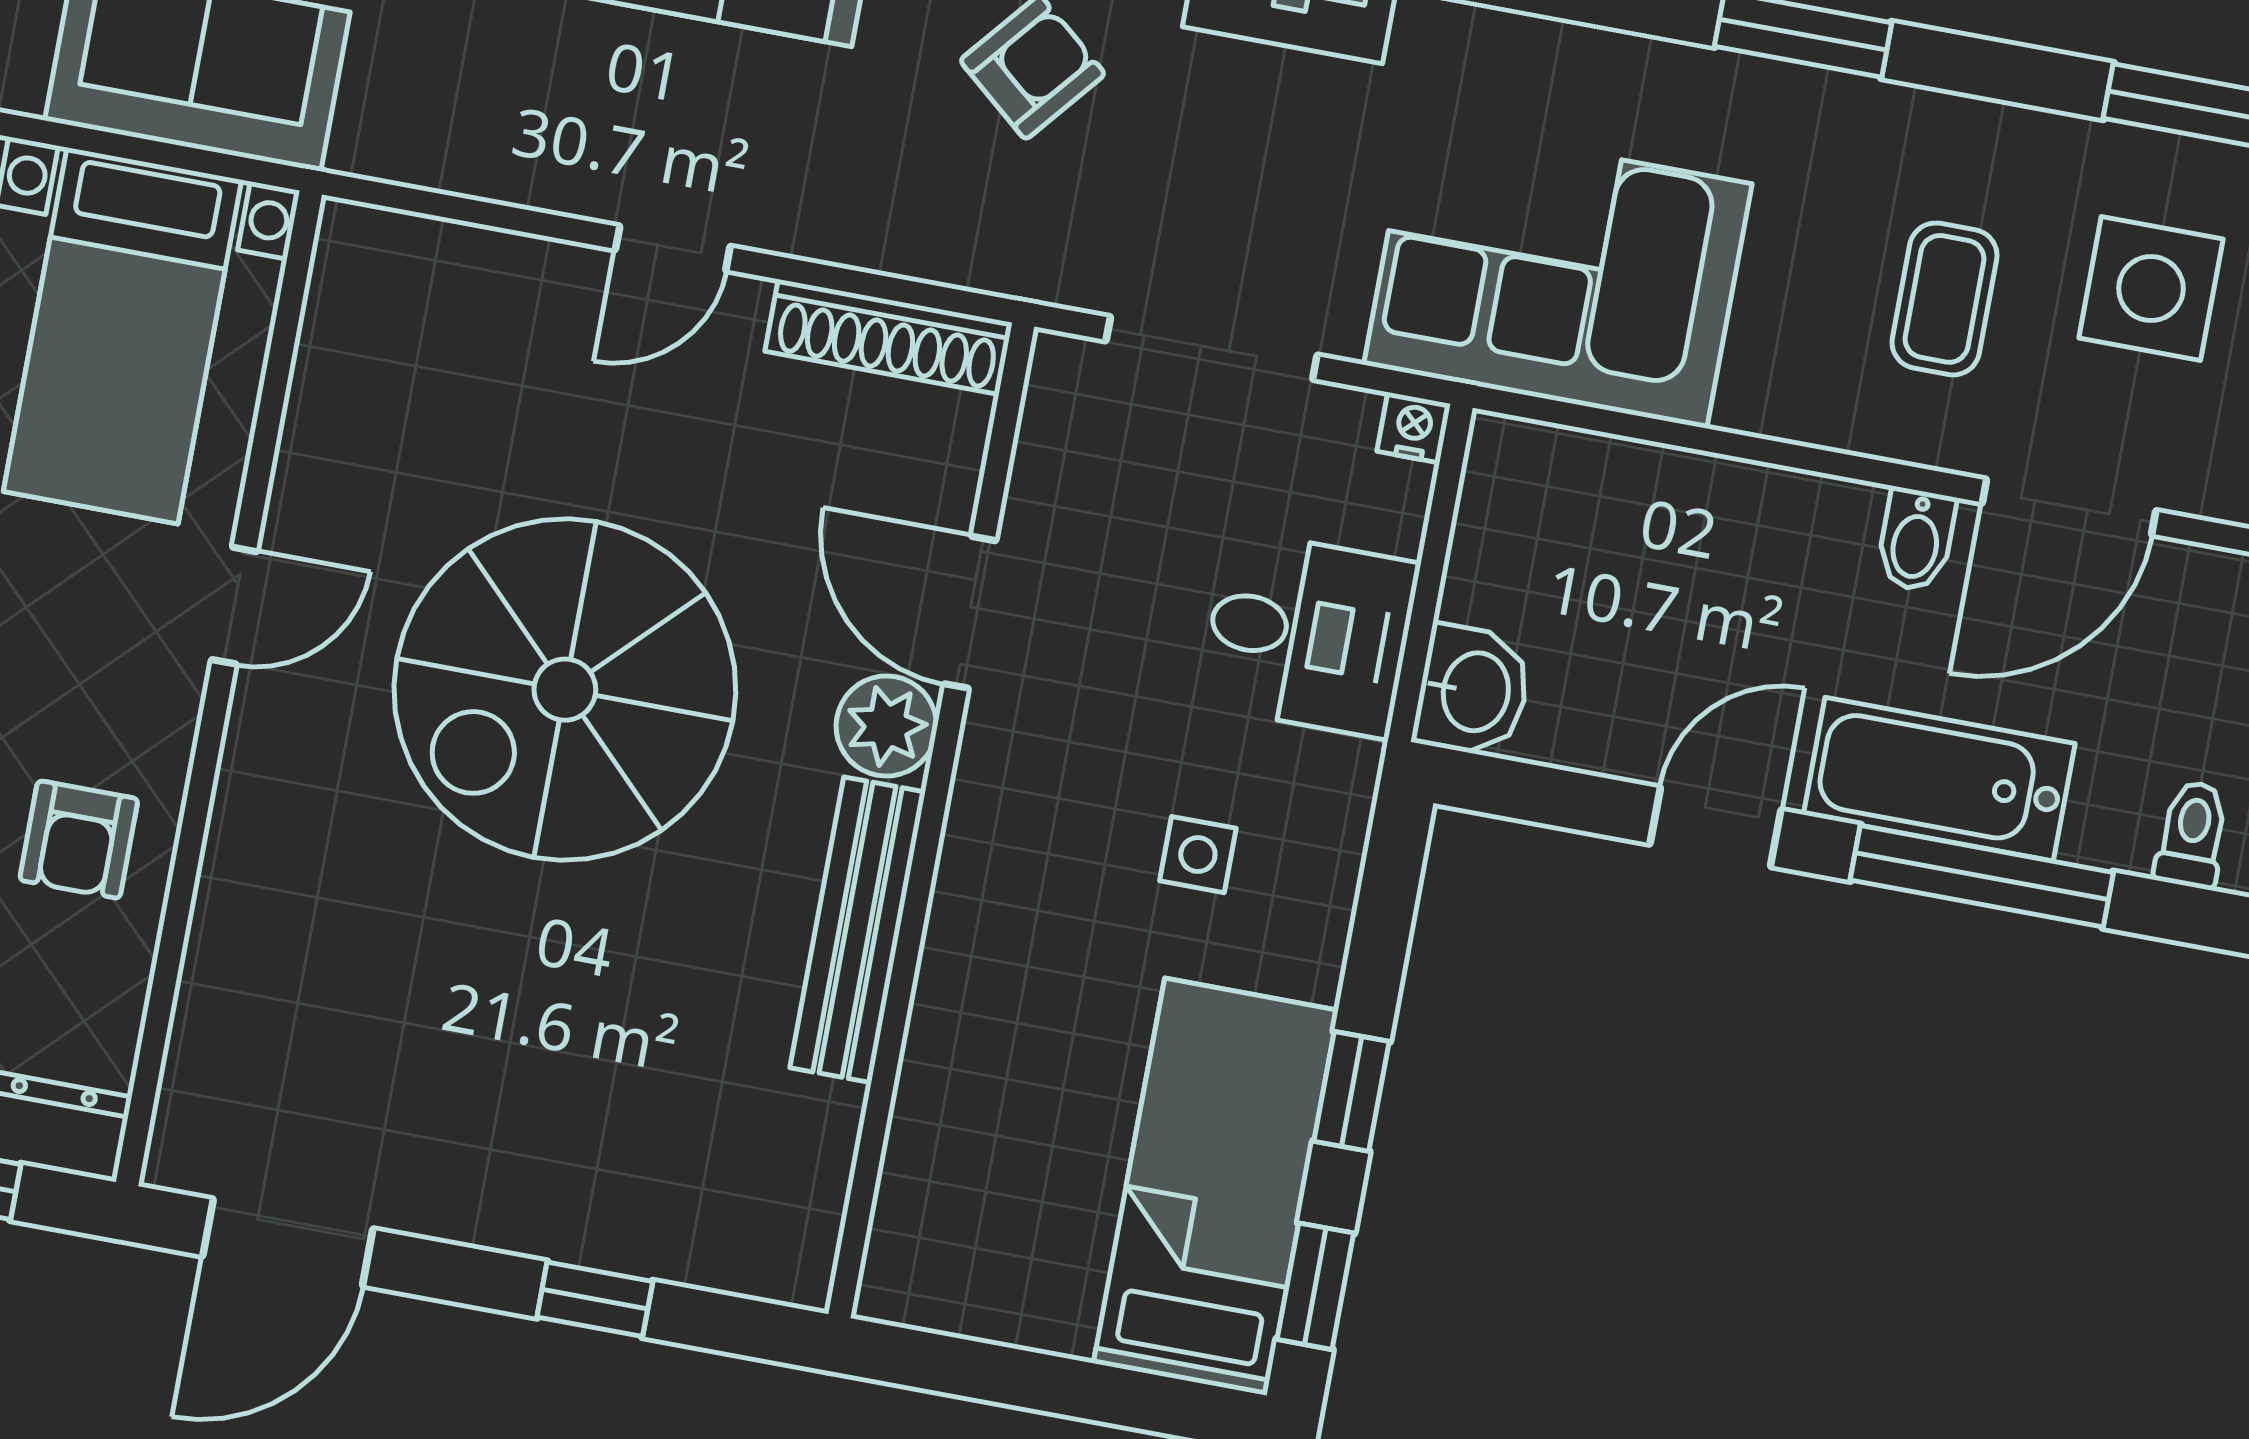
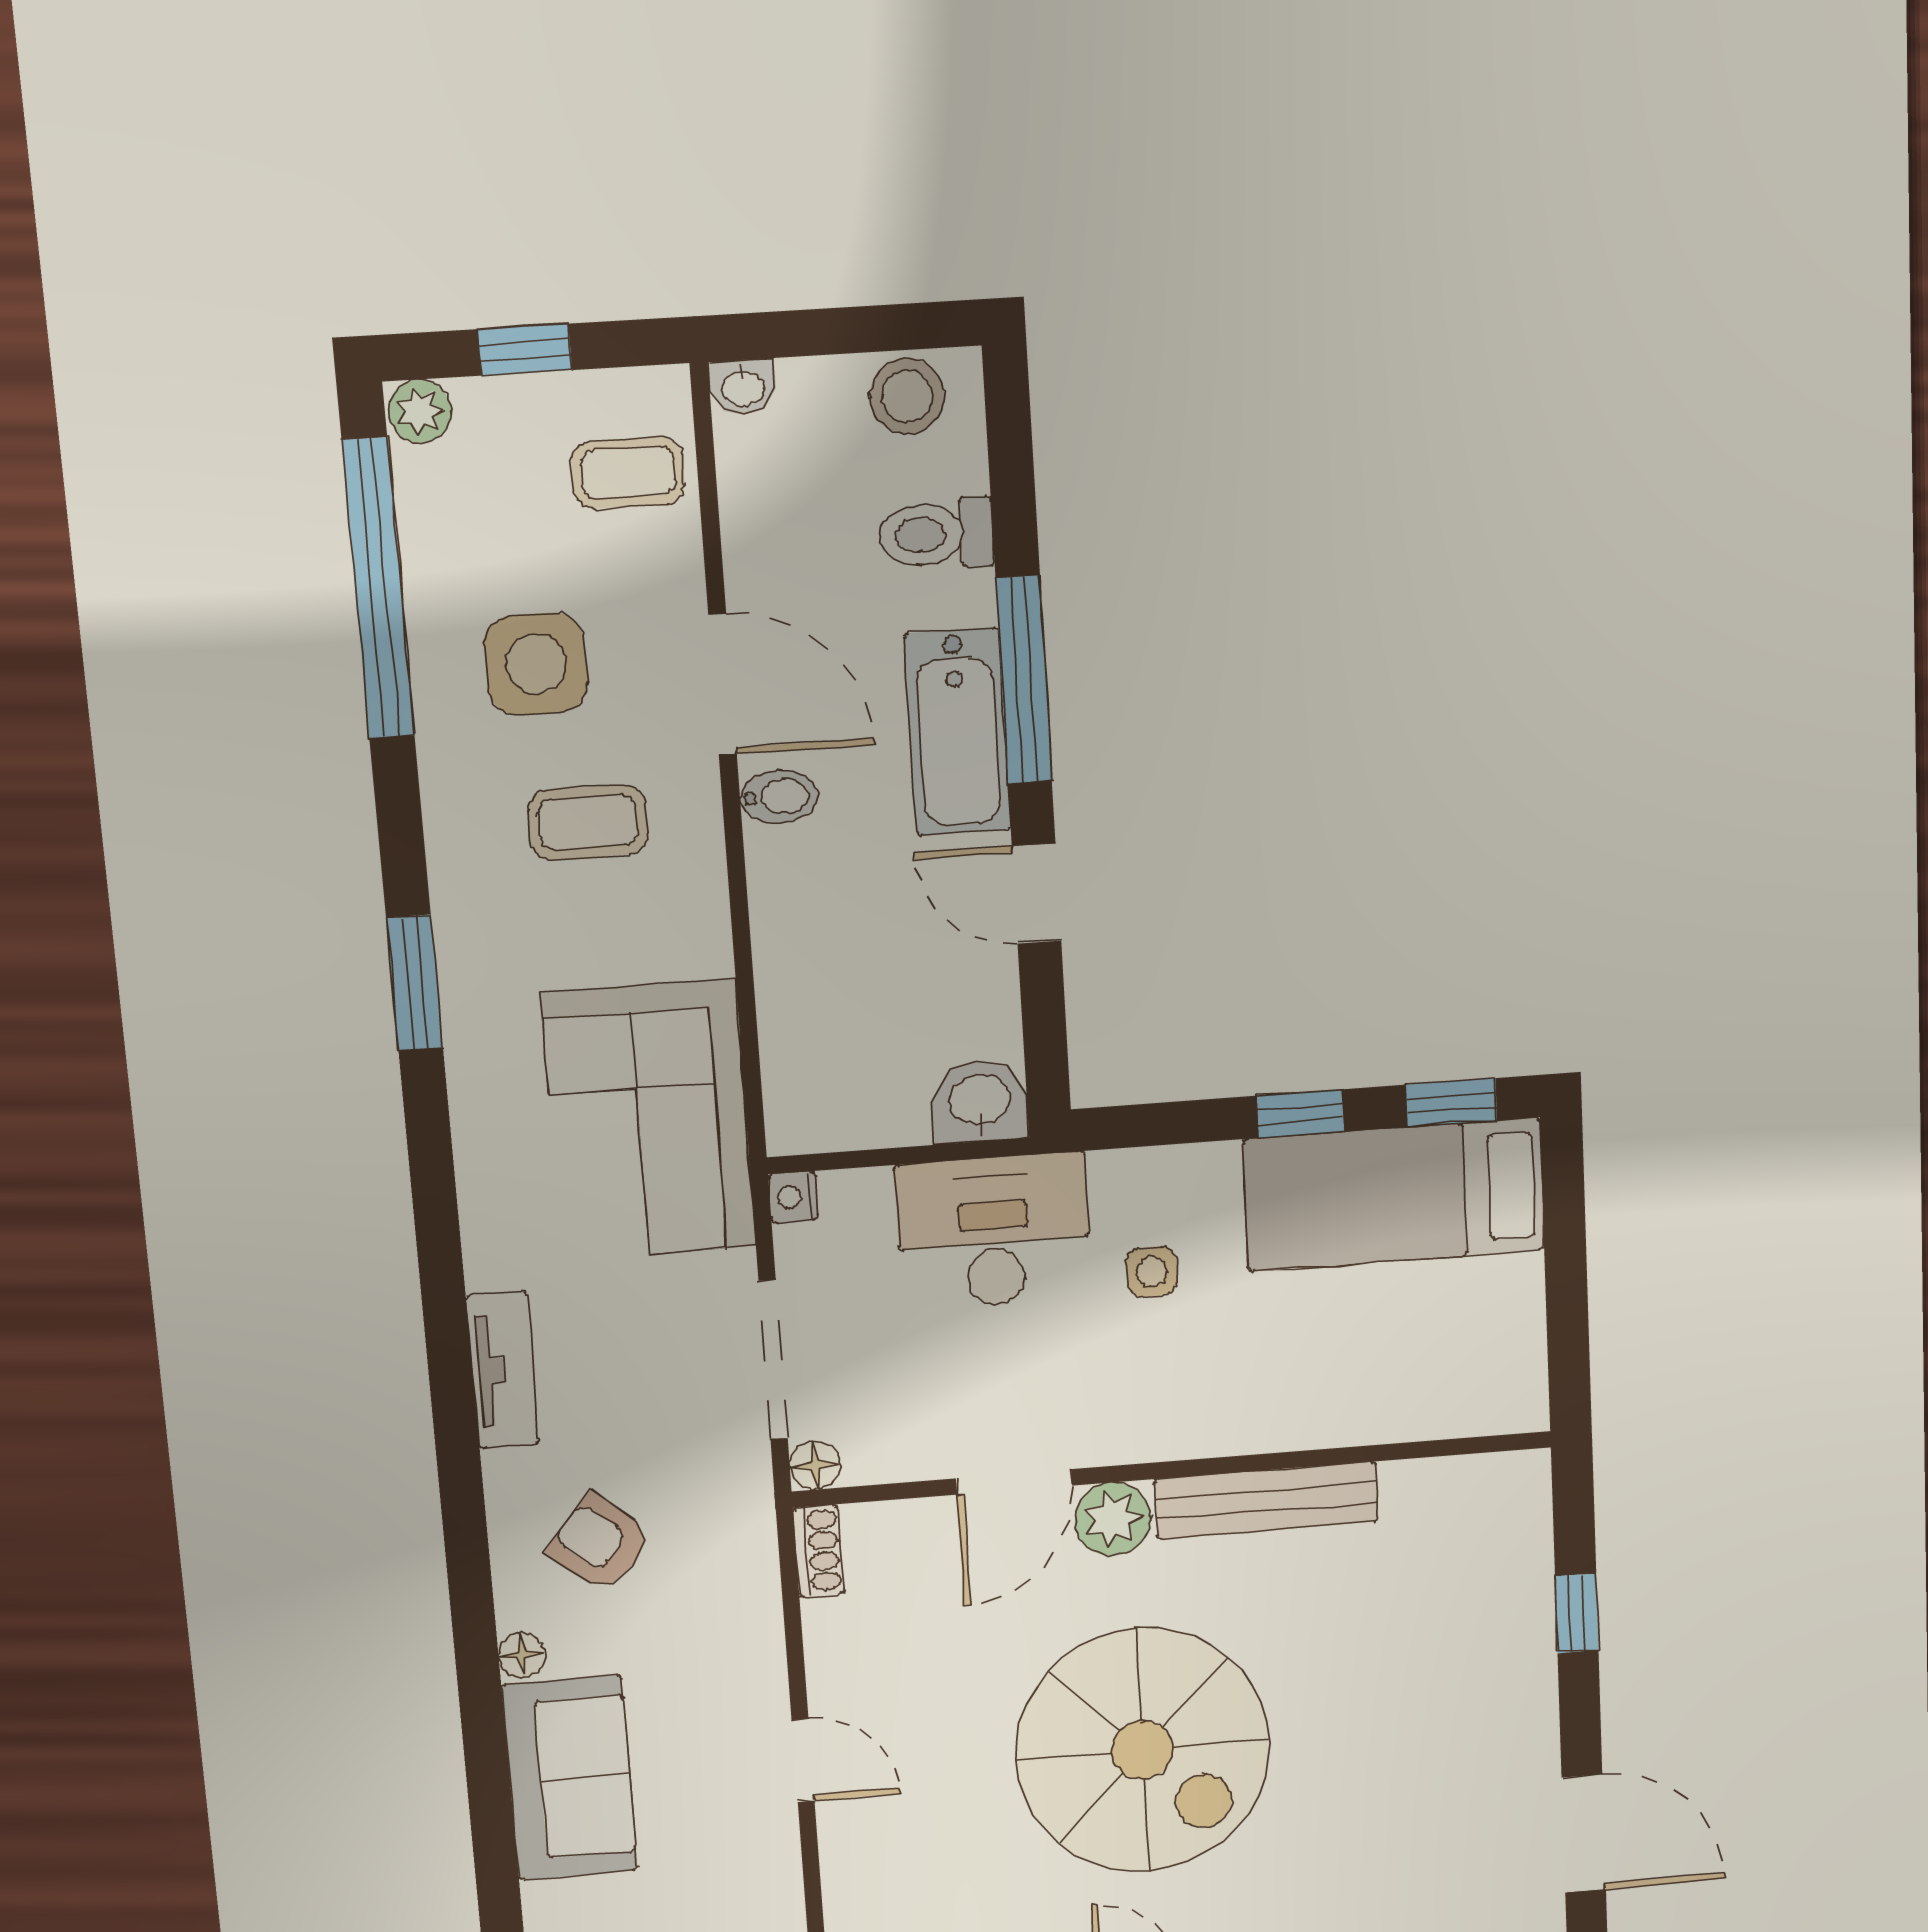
shoe rack: (889, 337) -> (819, 1551), width x0.51, depth x0.81
floor lamp: (1061, 365) -> (815, 1465), added
desk: (1309, 634) -> (994, 1232), width x1.37
toilet: (2192, 835) -> (936, 534), width x1.37, depth x1.39

